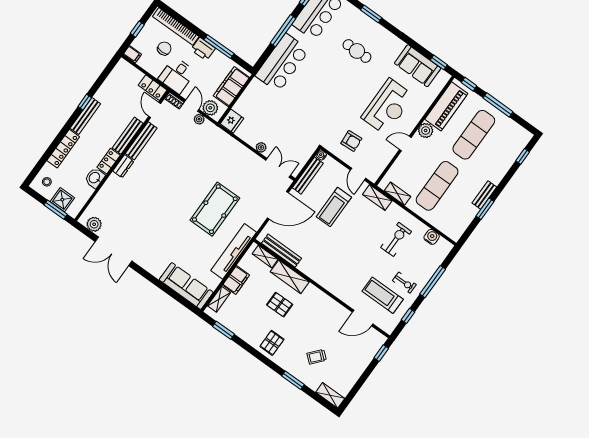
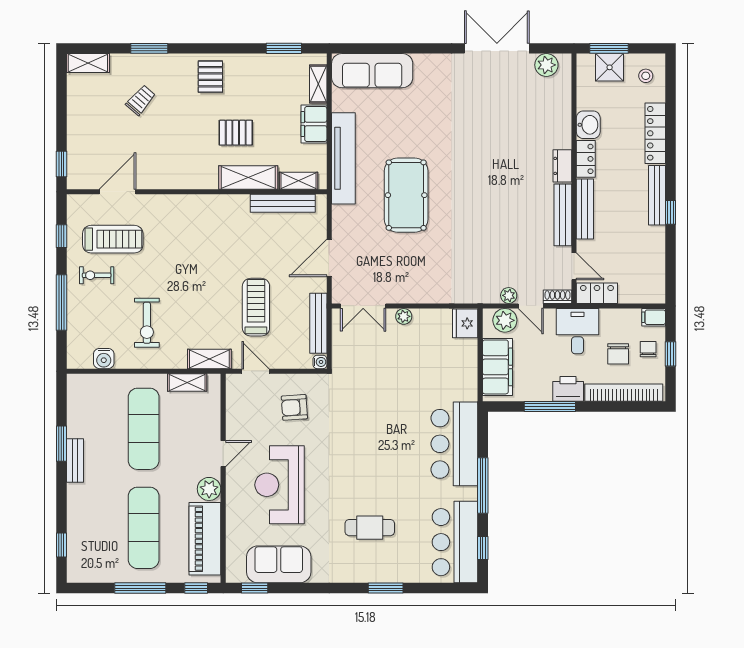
chair: (147, 40) -> (648, 349), added
door: (278, 205) -> (329, 258), width x0.73

